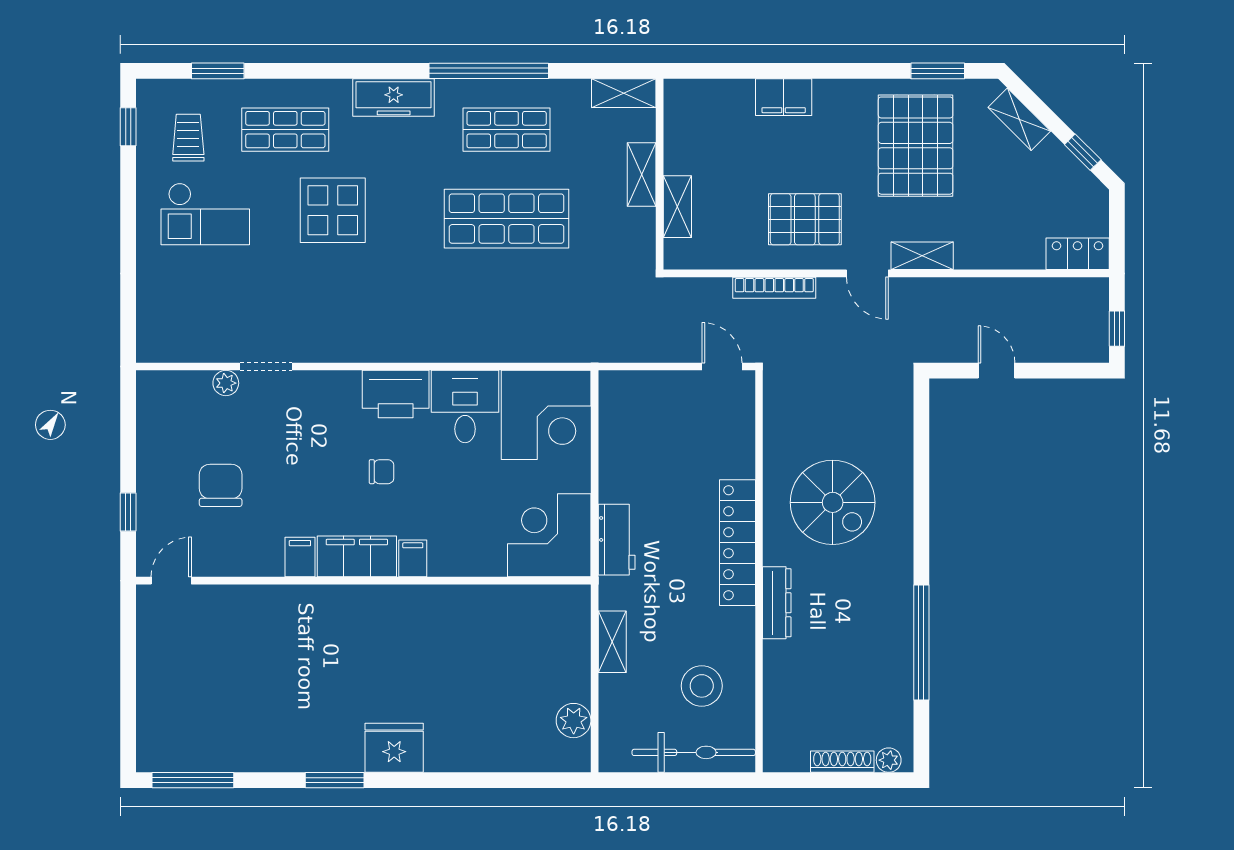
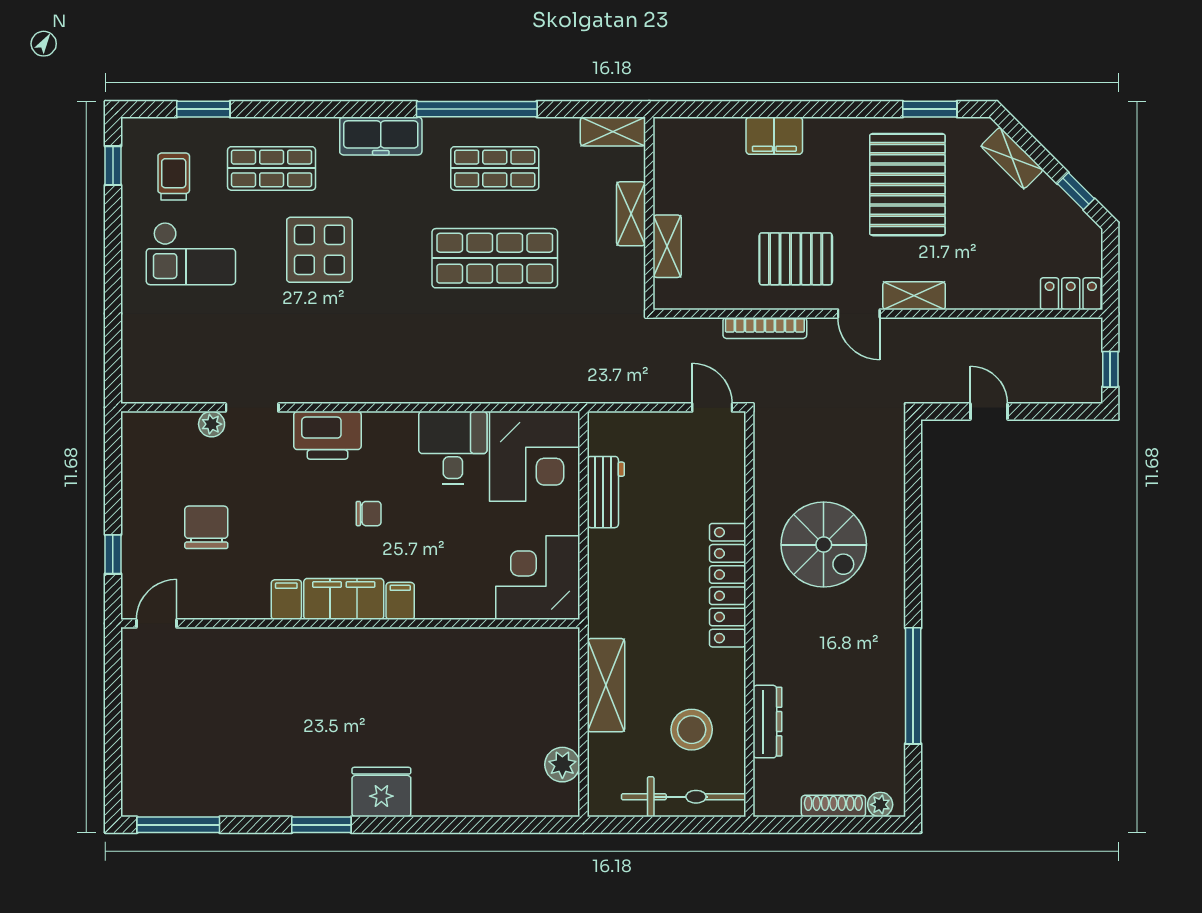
printer: (396, 394) -> (327, 435), moved
workbench: (617, 540) -> (606, 492), moved
dresser: (777, 603) -> (767, 722), moved
shelving: (612, 642) -> (606, 685), width x1.50, depth x1.33

